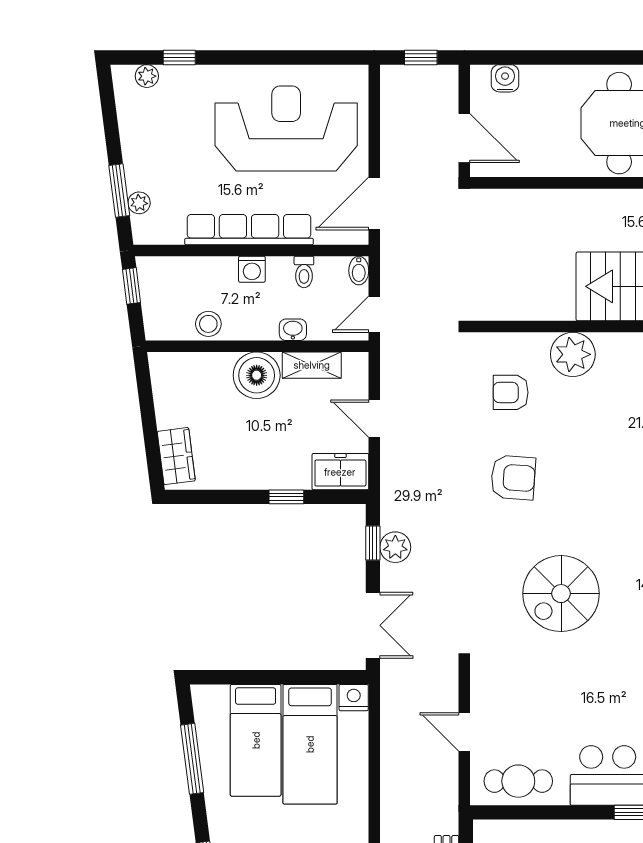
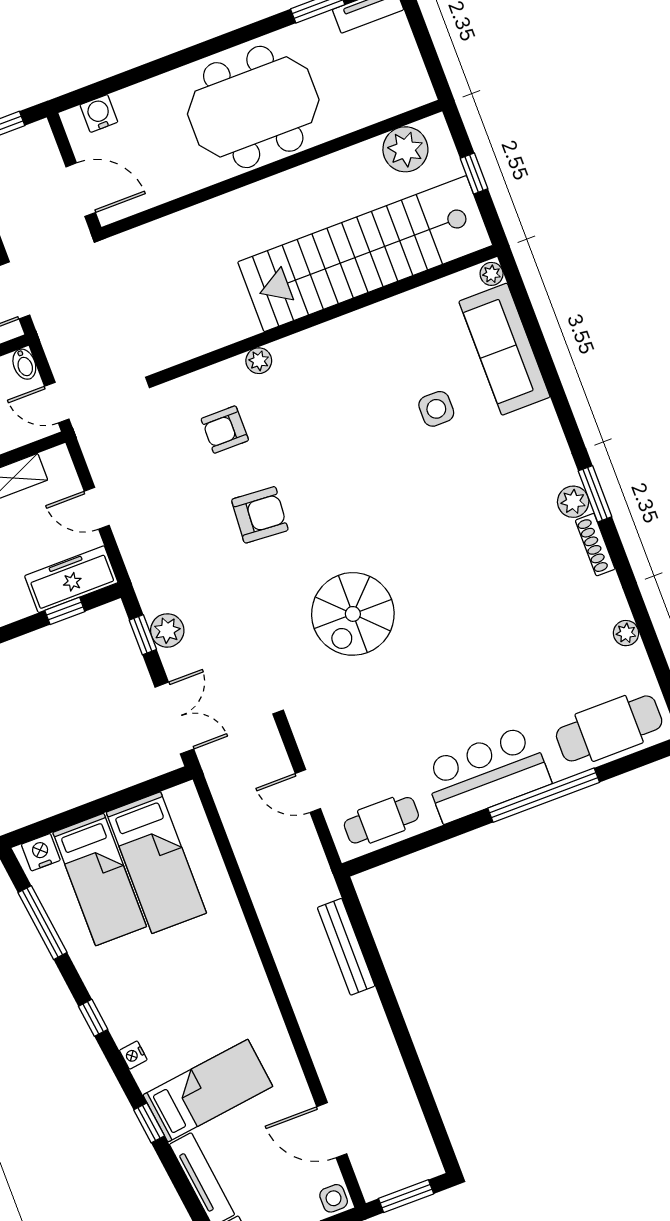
door: (374, 314) -> (57, 403), hinge flipped
plant: (573, 354) -> (259, 361), width x0.53, depth x0.53
freezer: (340, 472) -> (71, 579), width x1.40
window: (286, 497) -> (65, 611), moved
nightstand: (354, 698) -> (41, 852), moved

